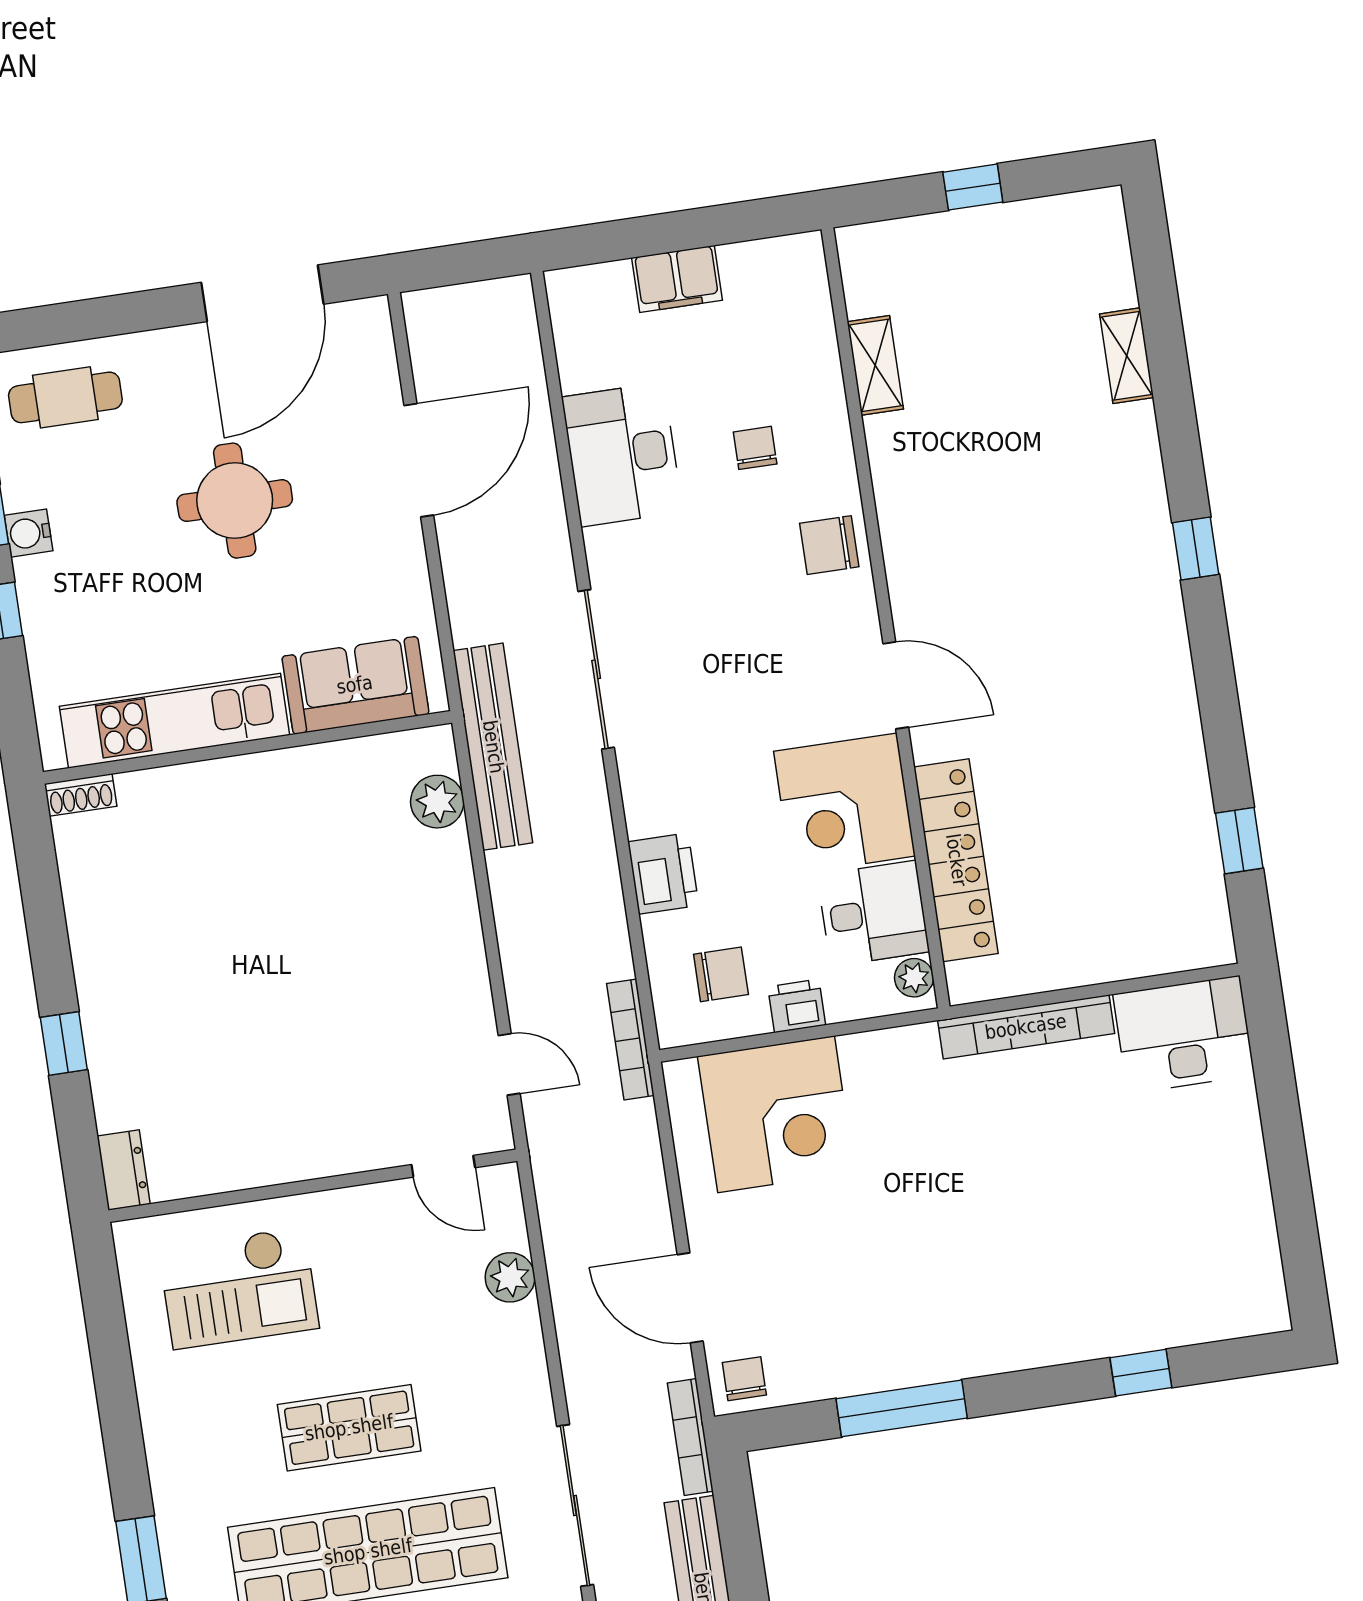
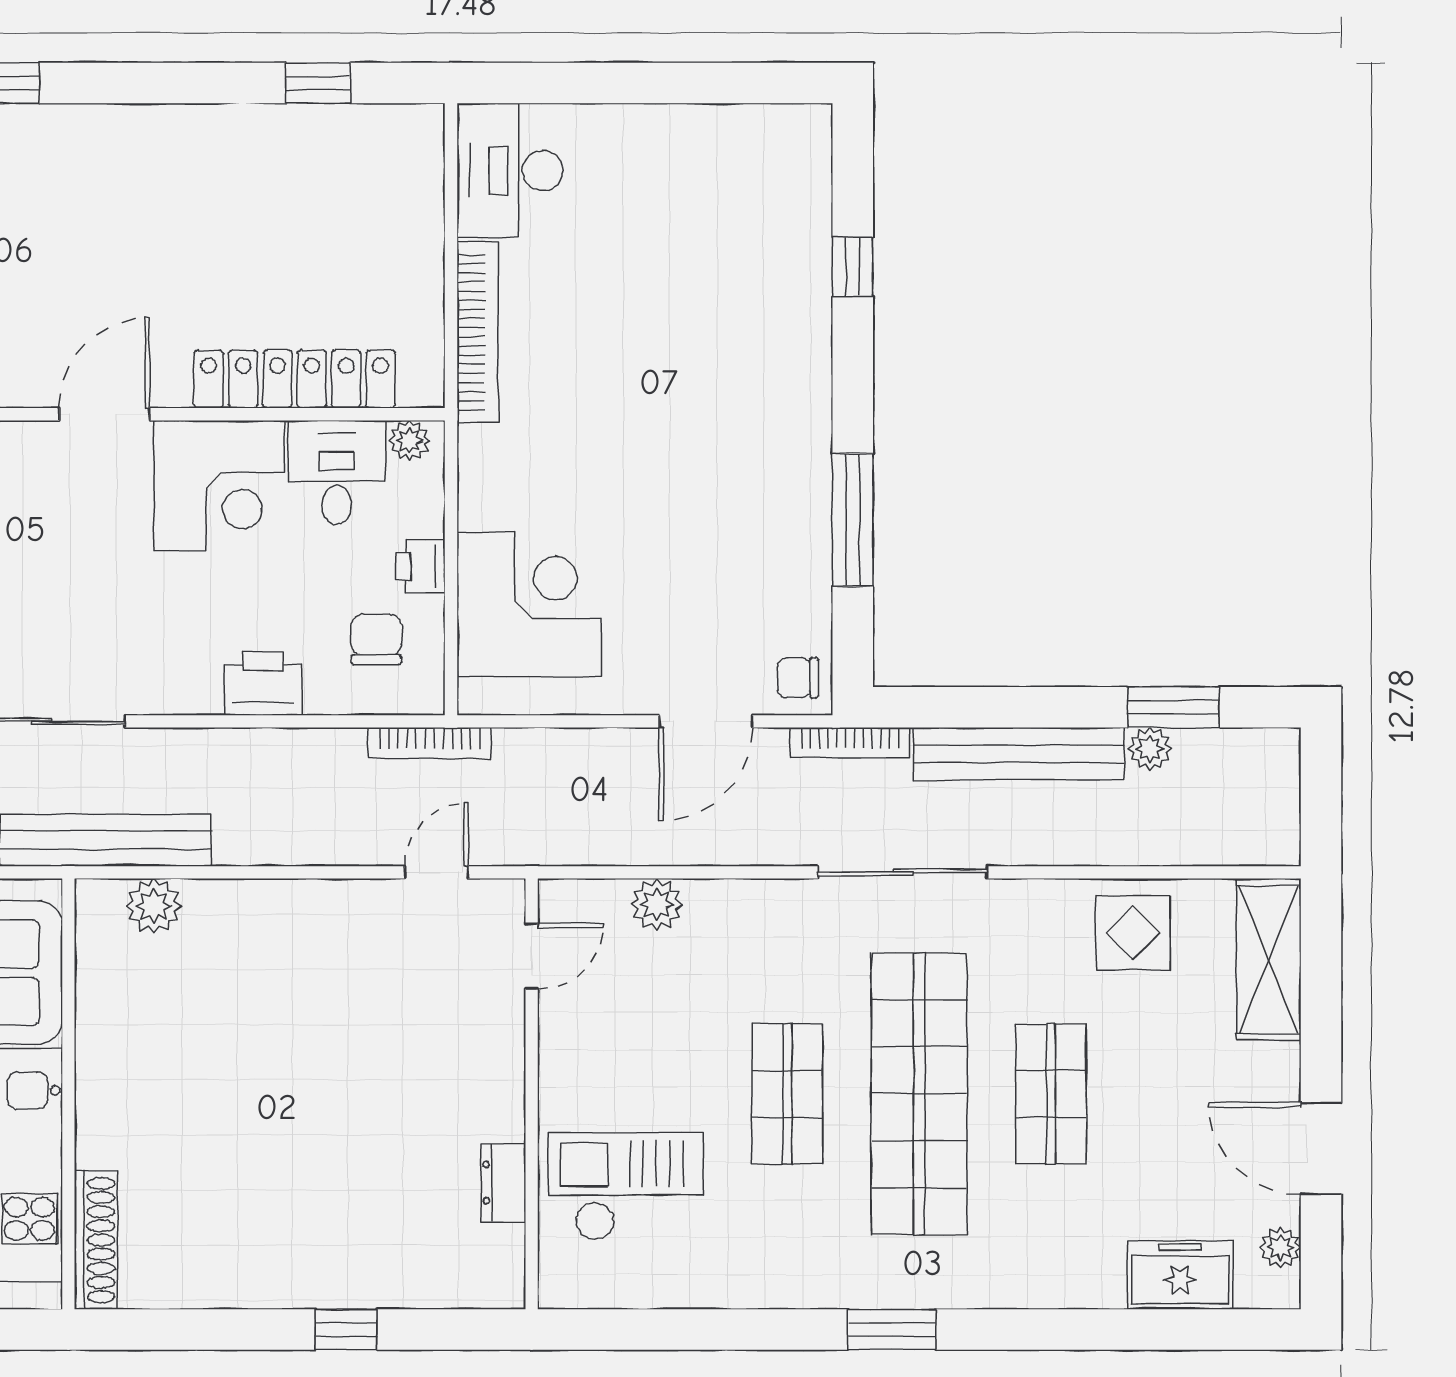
shoe rack: (81, 795) -> (96, 1240), width x1.94, depth x1.24
dresser: (124, 1170) -> (503, 1183), moved, turned -90
checkout: (239, 1288) -> (626, 1186), turned -90

